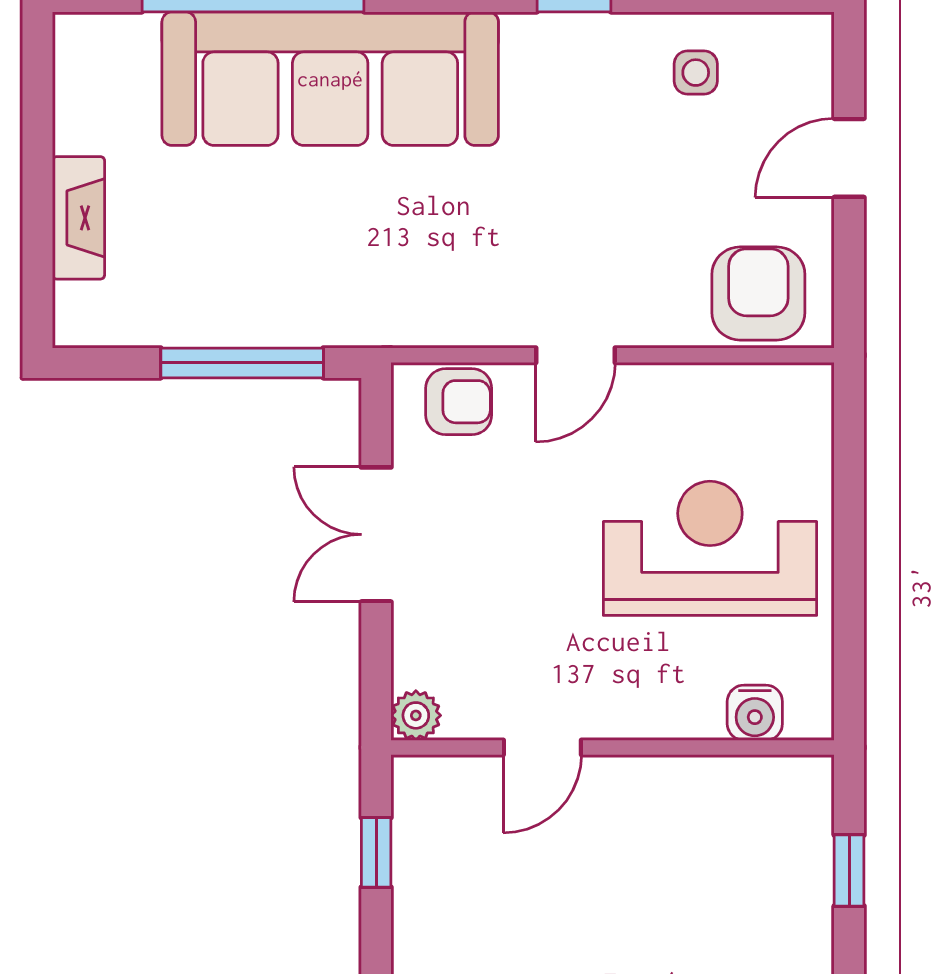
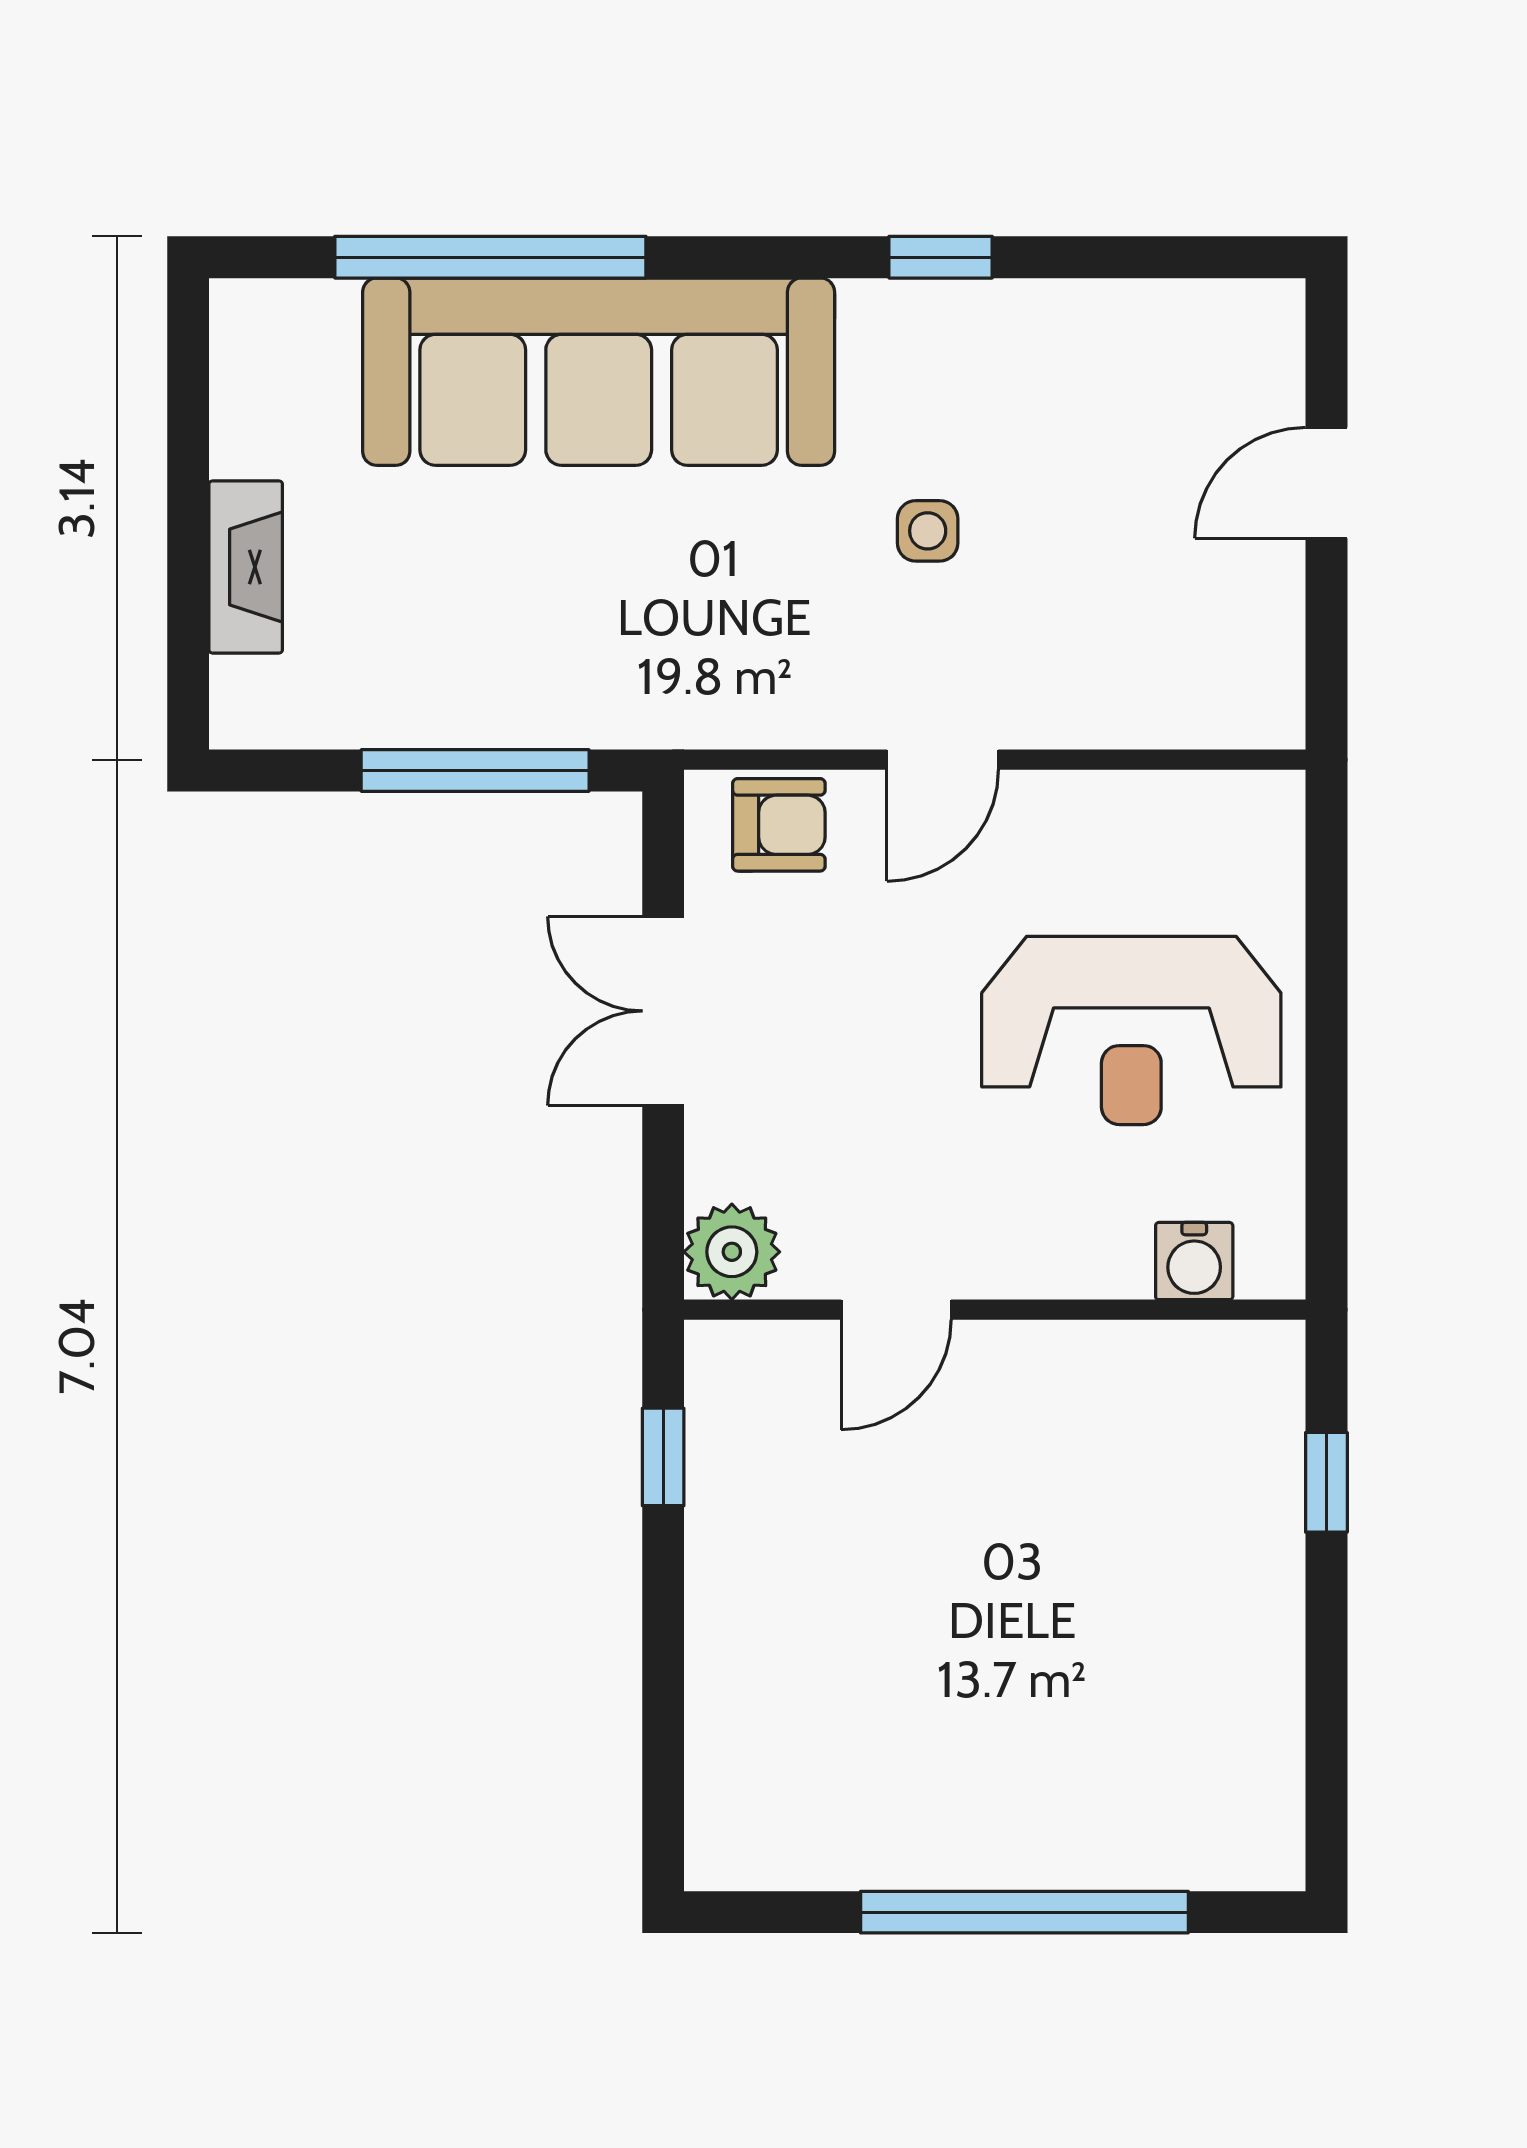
side table: (696, 73) -> (928, 531), moved
armchair: (758, 293) -> (1199, 673), removed
reception desk: (710, 548) -> (1131, 1030), turned 180
plant: (416, 715) -> (732, 1252), width x1.38, depth x1.38

